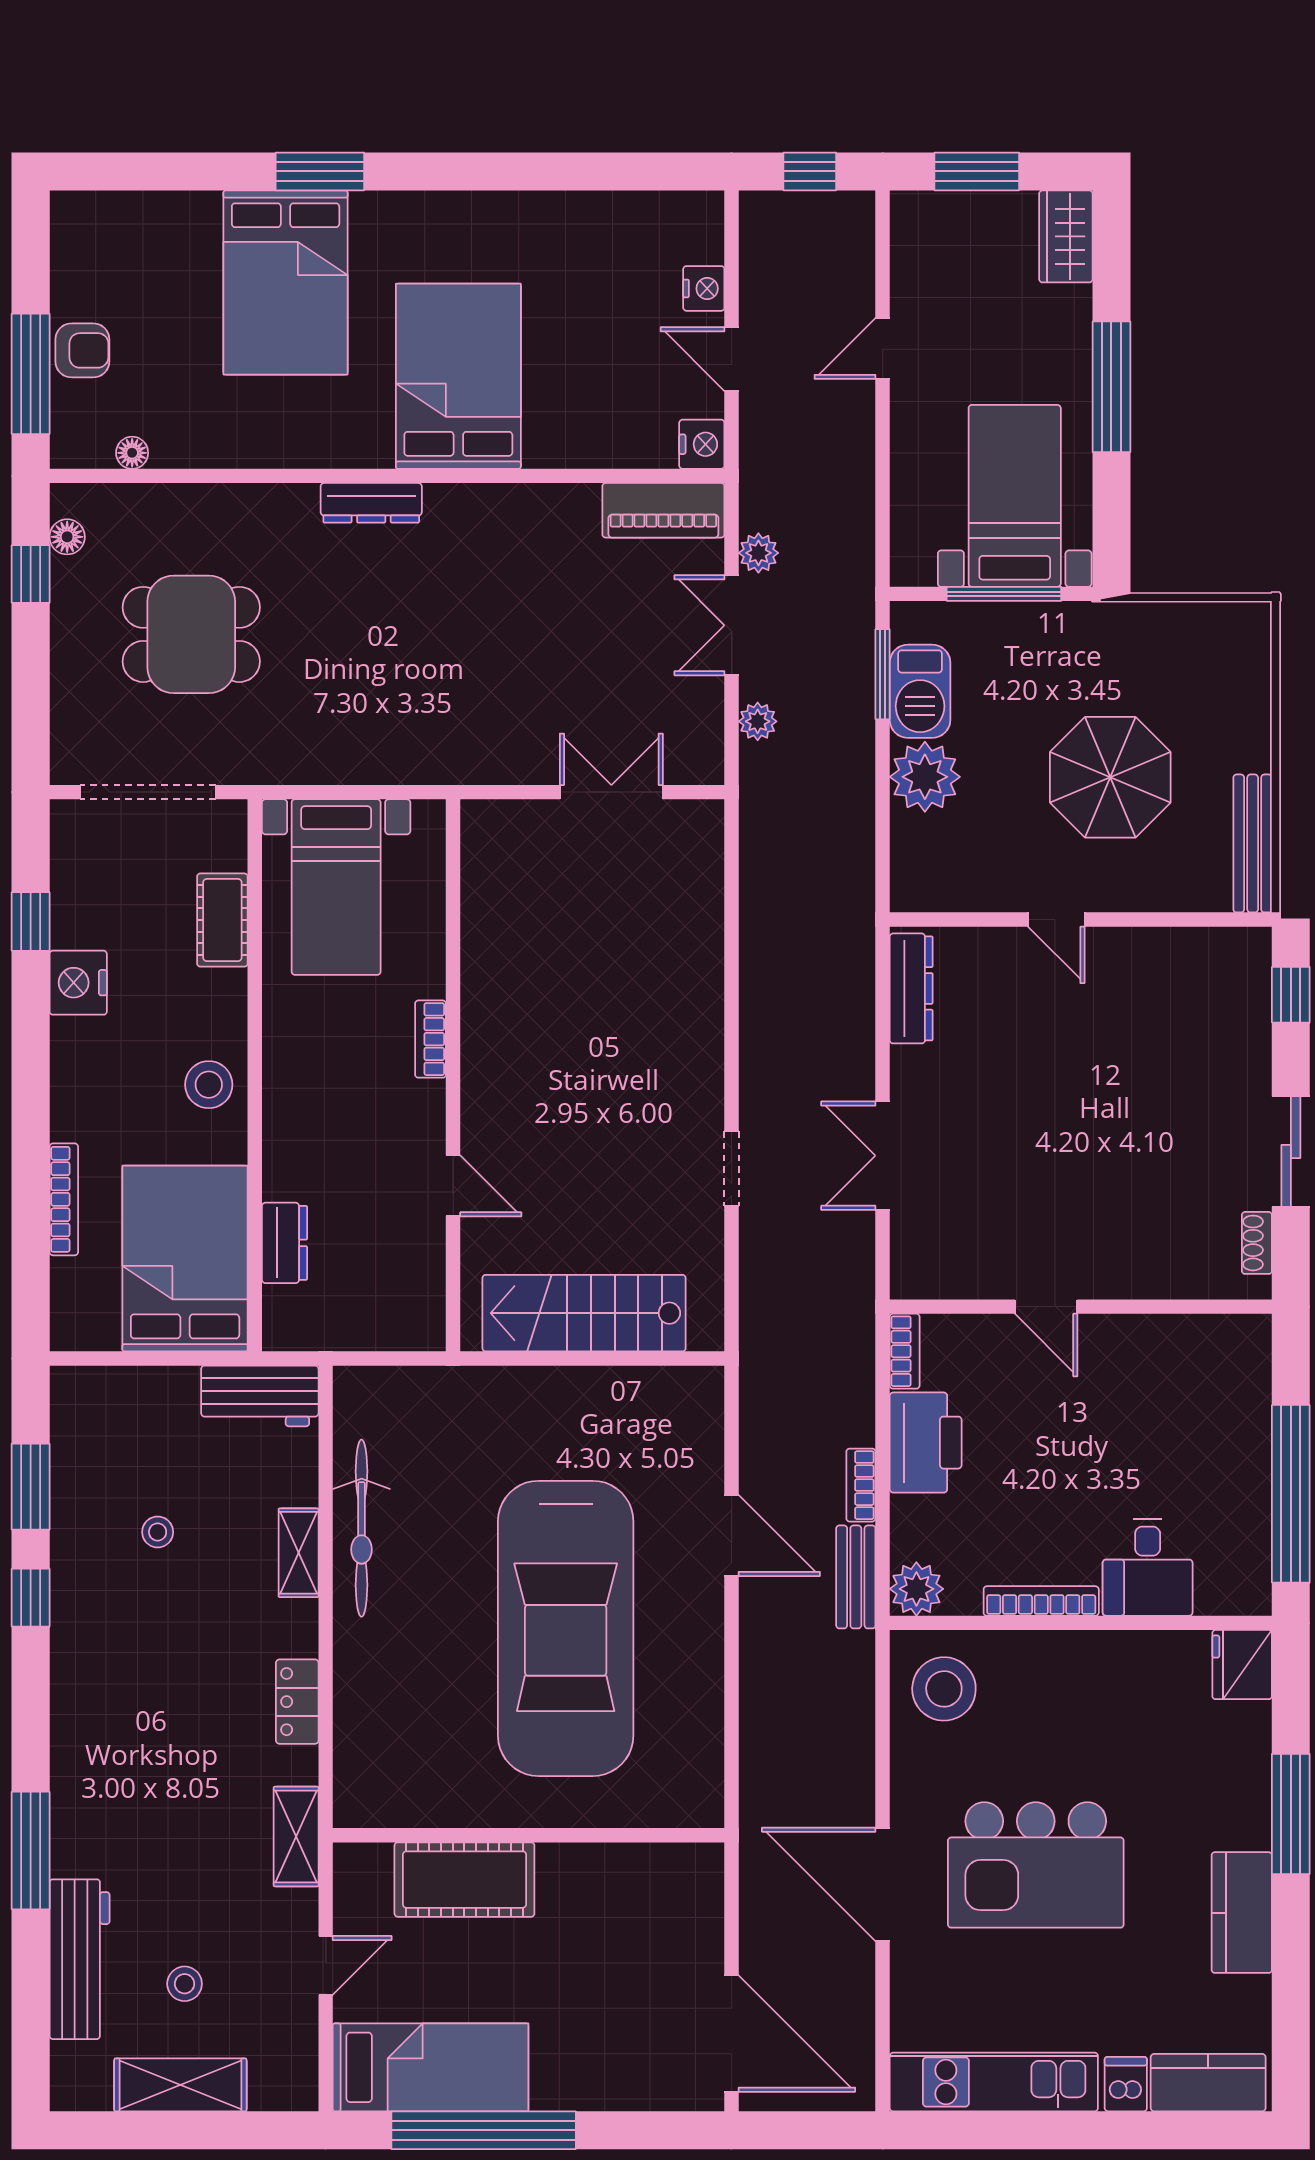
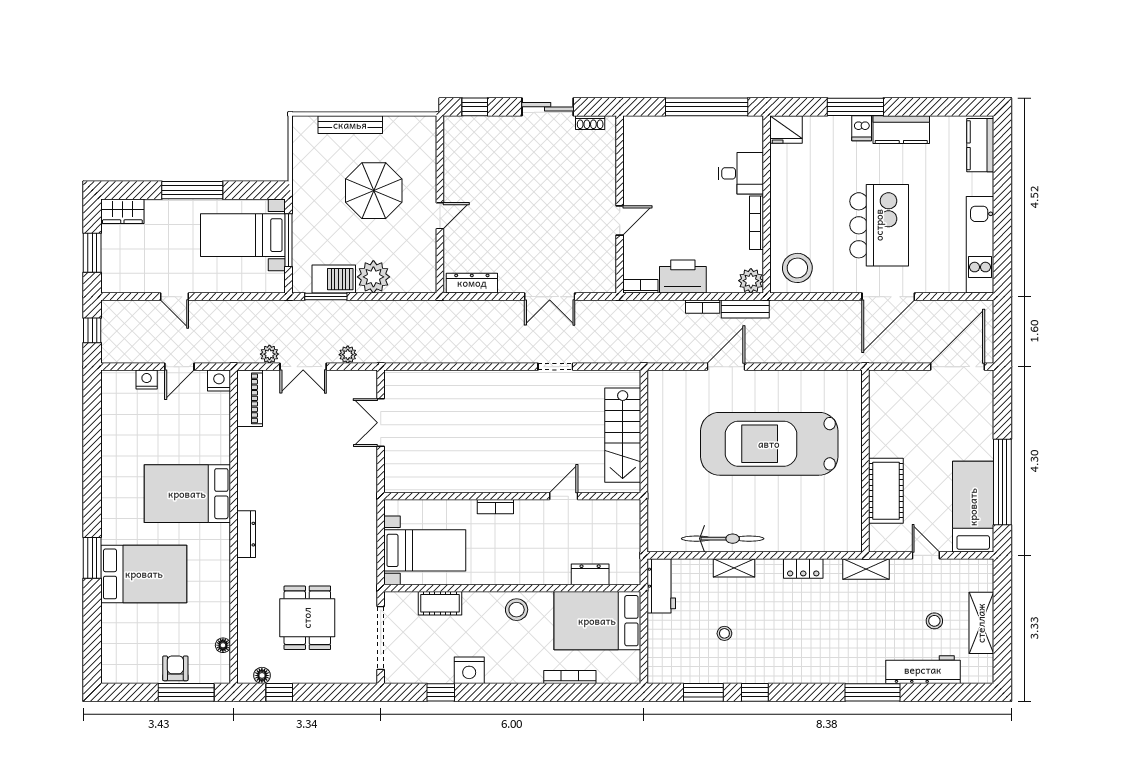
bench: (1253, 843) -> (350, 125), moved
car: (566, 1628) -> (769, 444), turned 180
dishwasher: (1126, 2084) -> (862, 128), moved, turned -90

